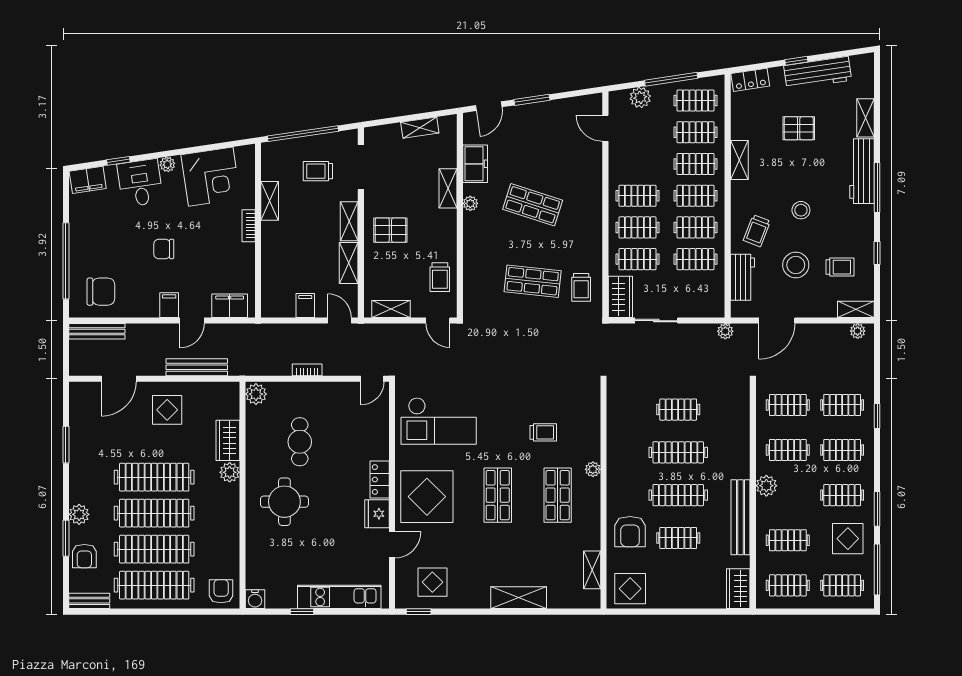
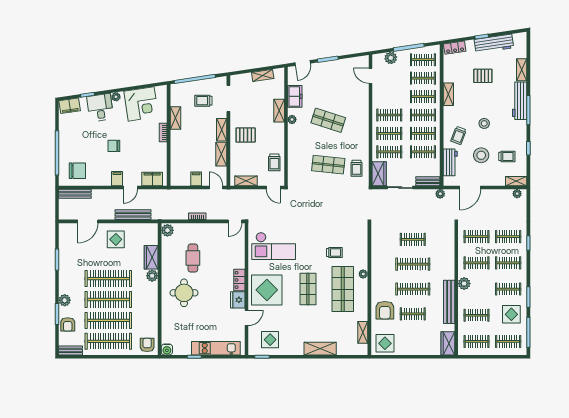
bench: (704, 310) -> (428, 181), added
shop shelf: (558, 495) -> (343, 289), width x1.43, depth x1.36

